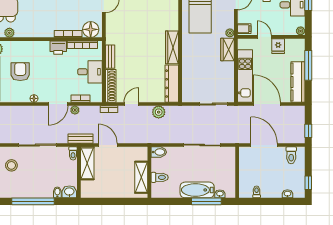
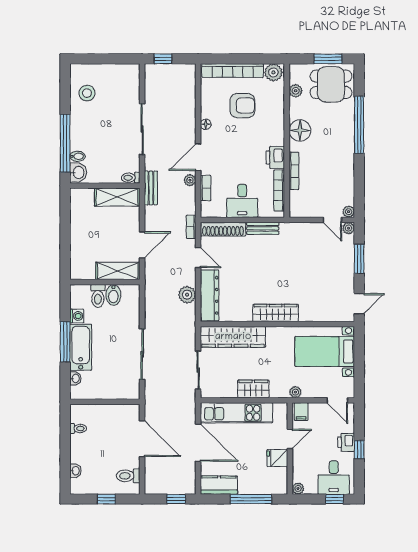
floor lamp: (91, 29) -> (300, 130), moved
wardrobe: (228, 49) -> (253, 389), moved
wardrobe: (190, 79) -> (233, 337), added
kitchen counter: (298, 82) -> (219, 485), width x0.67
dresser: (172, 84) -> (210, 295), moved, turned 90
door: (58, 104) -> (198, 157), hinge flipped
door: (267, 104) -> (198, 443), hinge flipped
window: (308, 131) -> (176, 499), moved
door: (108, 145) -> (142, 245), moved
door: (264, 145) -> (142, 439), hinge flipped
bidet: (159, 152) -> (113, 295), moved
stool: (11, 165) -> (87, 93), moved
shelving: (141, 177) -> (118, 271), moved
window: (308, 183) -> (106, 499), moved
washing machine: (174, 193) -> (77, 316), added
window: (33, 201) -> (65, 143), moved
window: (206, 201) -> (65, 342), moved

